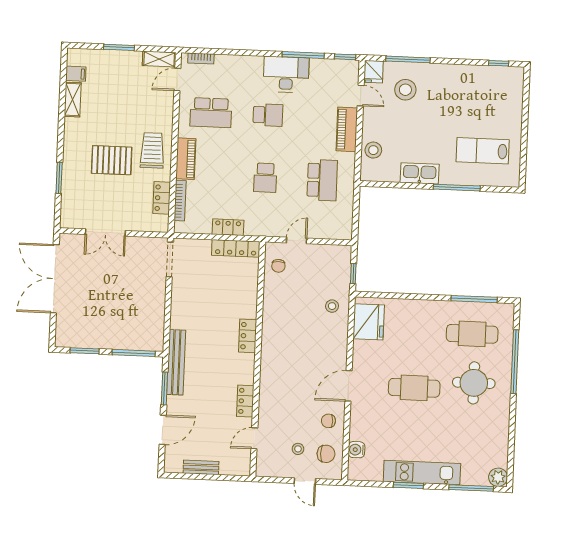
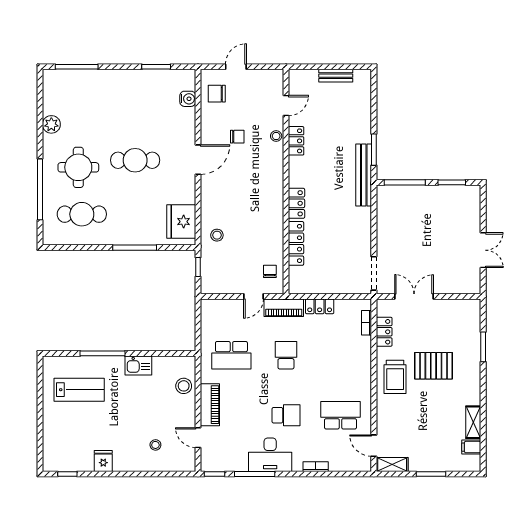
bookcase: (201, 59) -> (316, 467), moved
window: (408, 59) -> (154, 474), removed
fridge: (374, 72) -> (103, 461), moved
door: (177, 80) -> (374, 446), swing flipped
stool: (405, 90) -> (155, 445), width x0.53, depth x0.53
school desk: (268, 115) -> (286, 415), turned 180
piano: (186, 159) -> (284, 308), moved, turned -90
kitchen sink: (420, 173) -> (138, 365), width x0.73
school desk: (322, 180) -> (231, 355), turned -90
bookcase: (180, 201) -> (367, 323), width x0.64
double door: (105, 232) -> (414, 296), moved
locker: (236, 248) -> (296, 243), moved, turned 90
double door: (55, 279) -> (483, 250), width x0.54
window: (474, 299) -> (135, 248), moved
chair: (328, 421) -> (237, 137), moved
door: (163, 430) -> (374, 110), removed
stool: (298, 449) -> (276, 136), moved
kitchen unit: (422, 473) -> (124, 79), removed
plant: (498, 477) -> (51, 124), moved
door: (305, 481) -> (236, 67), hinge flipped
window: (408, 485) -> (156, 67), moved

